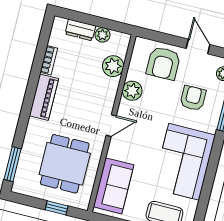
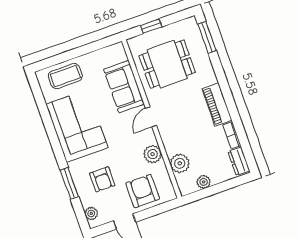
dresser: (80, 30) -> (239, 161), moved, turned -90
dining table: (65, 164) -> (167, 64), turned 90
sofa: (114, 186) -> (124, 87), moved

